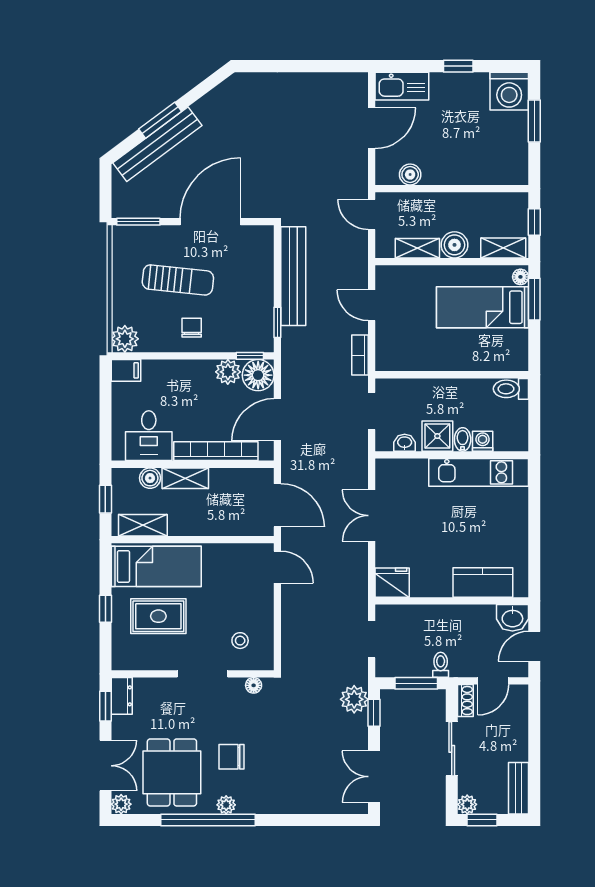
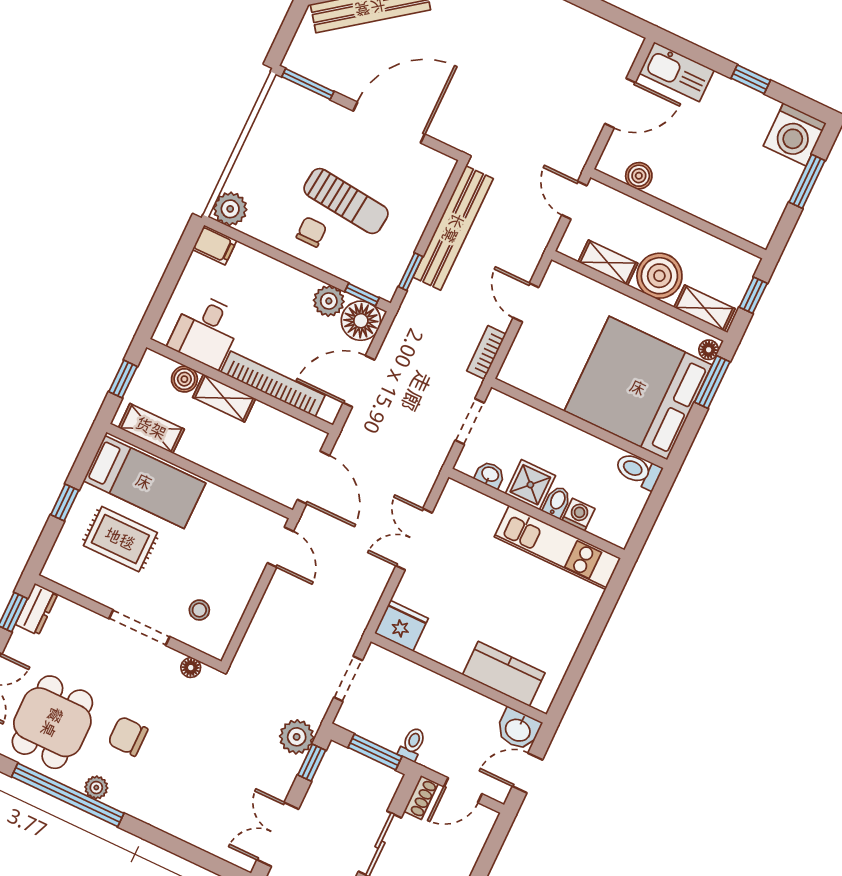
boiler: (454, 245) -> (659, 276), width x1.37, depth x1.37
sun lounger: (178, 280) -> (346, 201), moved
bed: (482, 307) -> (638, 388), width x2.04

